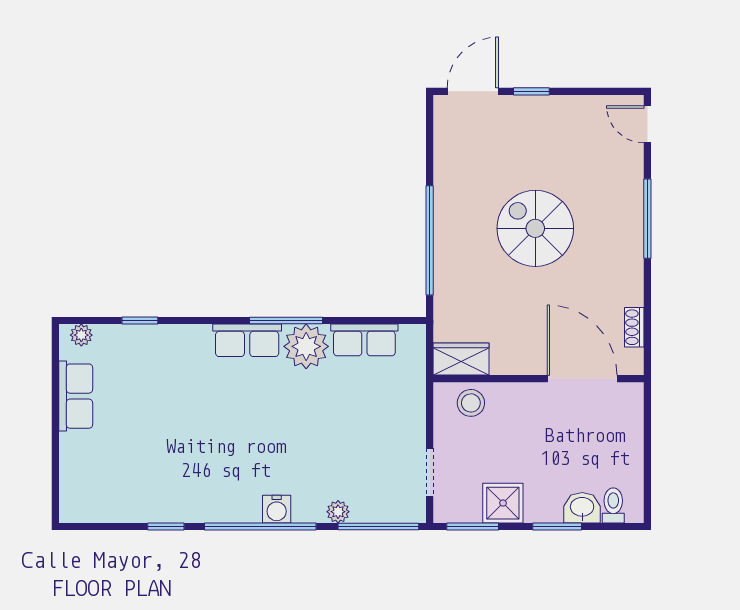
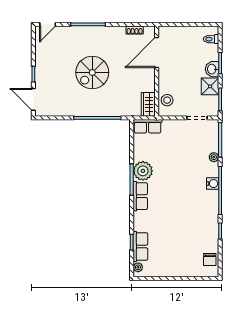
row of seats: (364, 340) -> (148, 126), moved, turned 90
row of seats: (76, 396) -> (140, 246), moved, turned 90
chair: (99, 502) -> (210, 260), added
washbasin: (582, 508) -> (212, 69), moved

